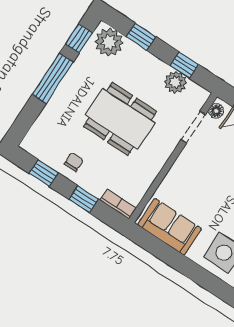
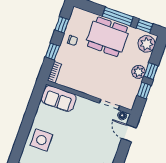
window: (141, 37) -> (151, 71), moved
plant: (176, 82) -> (139, 72), moved
dining table: (120, 119) -> (107, 37), moved, turned 90
sofa: (170, 227) -> (59, 99), moved, turned 90

